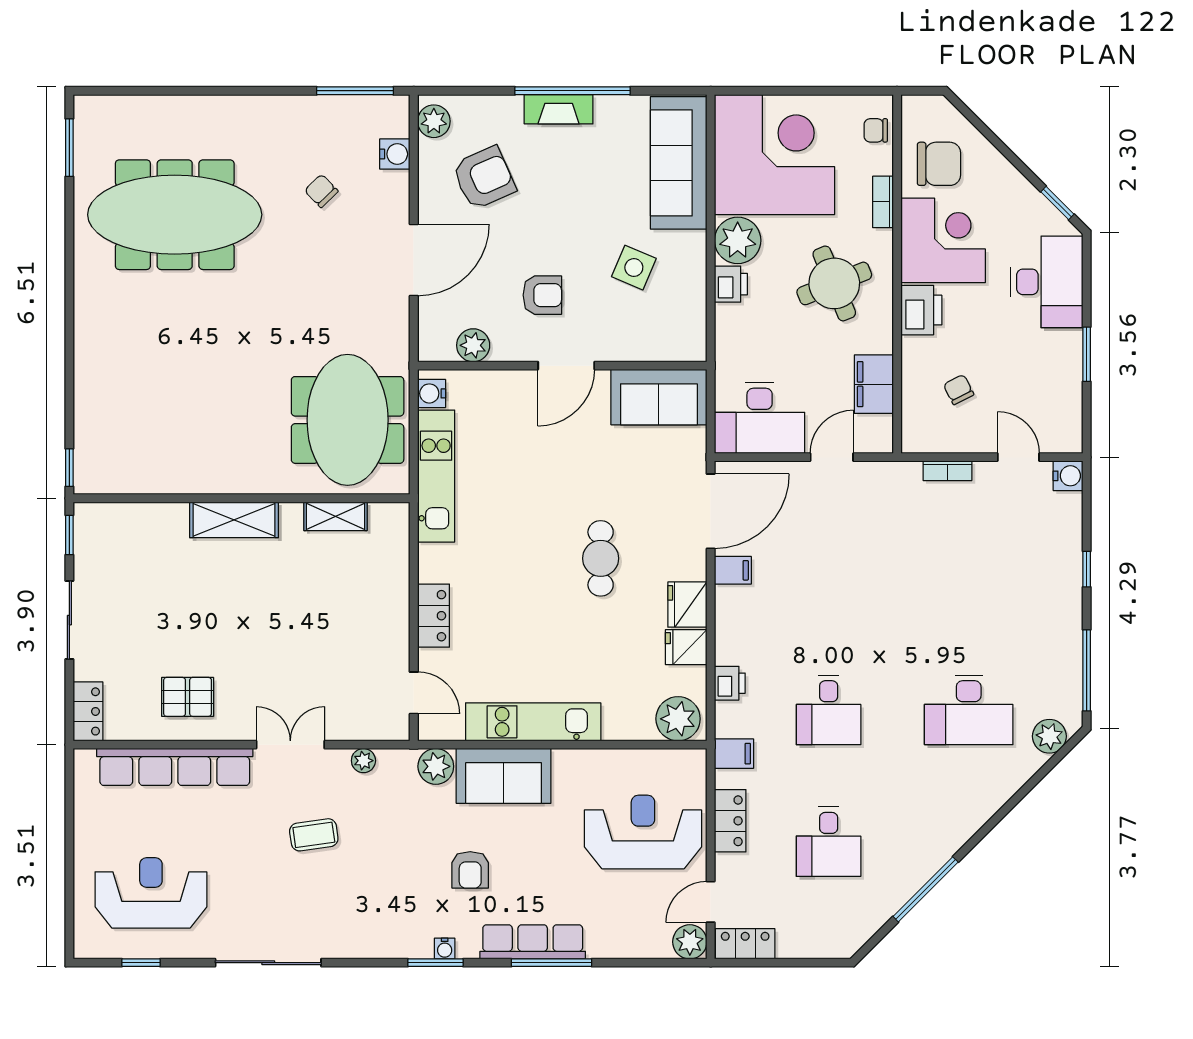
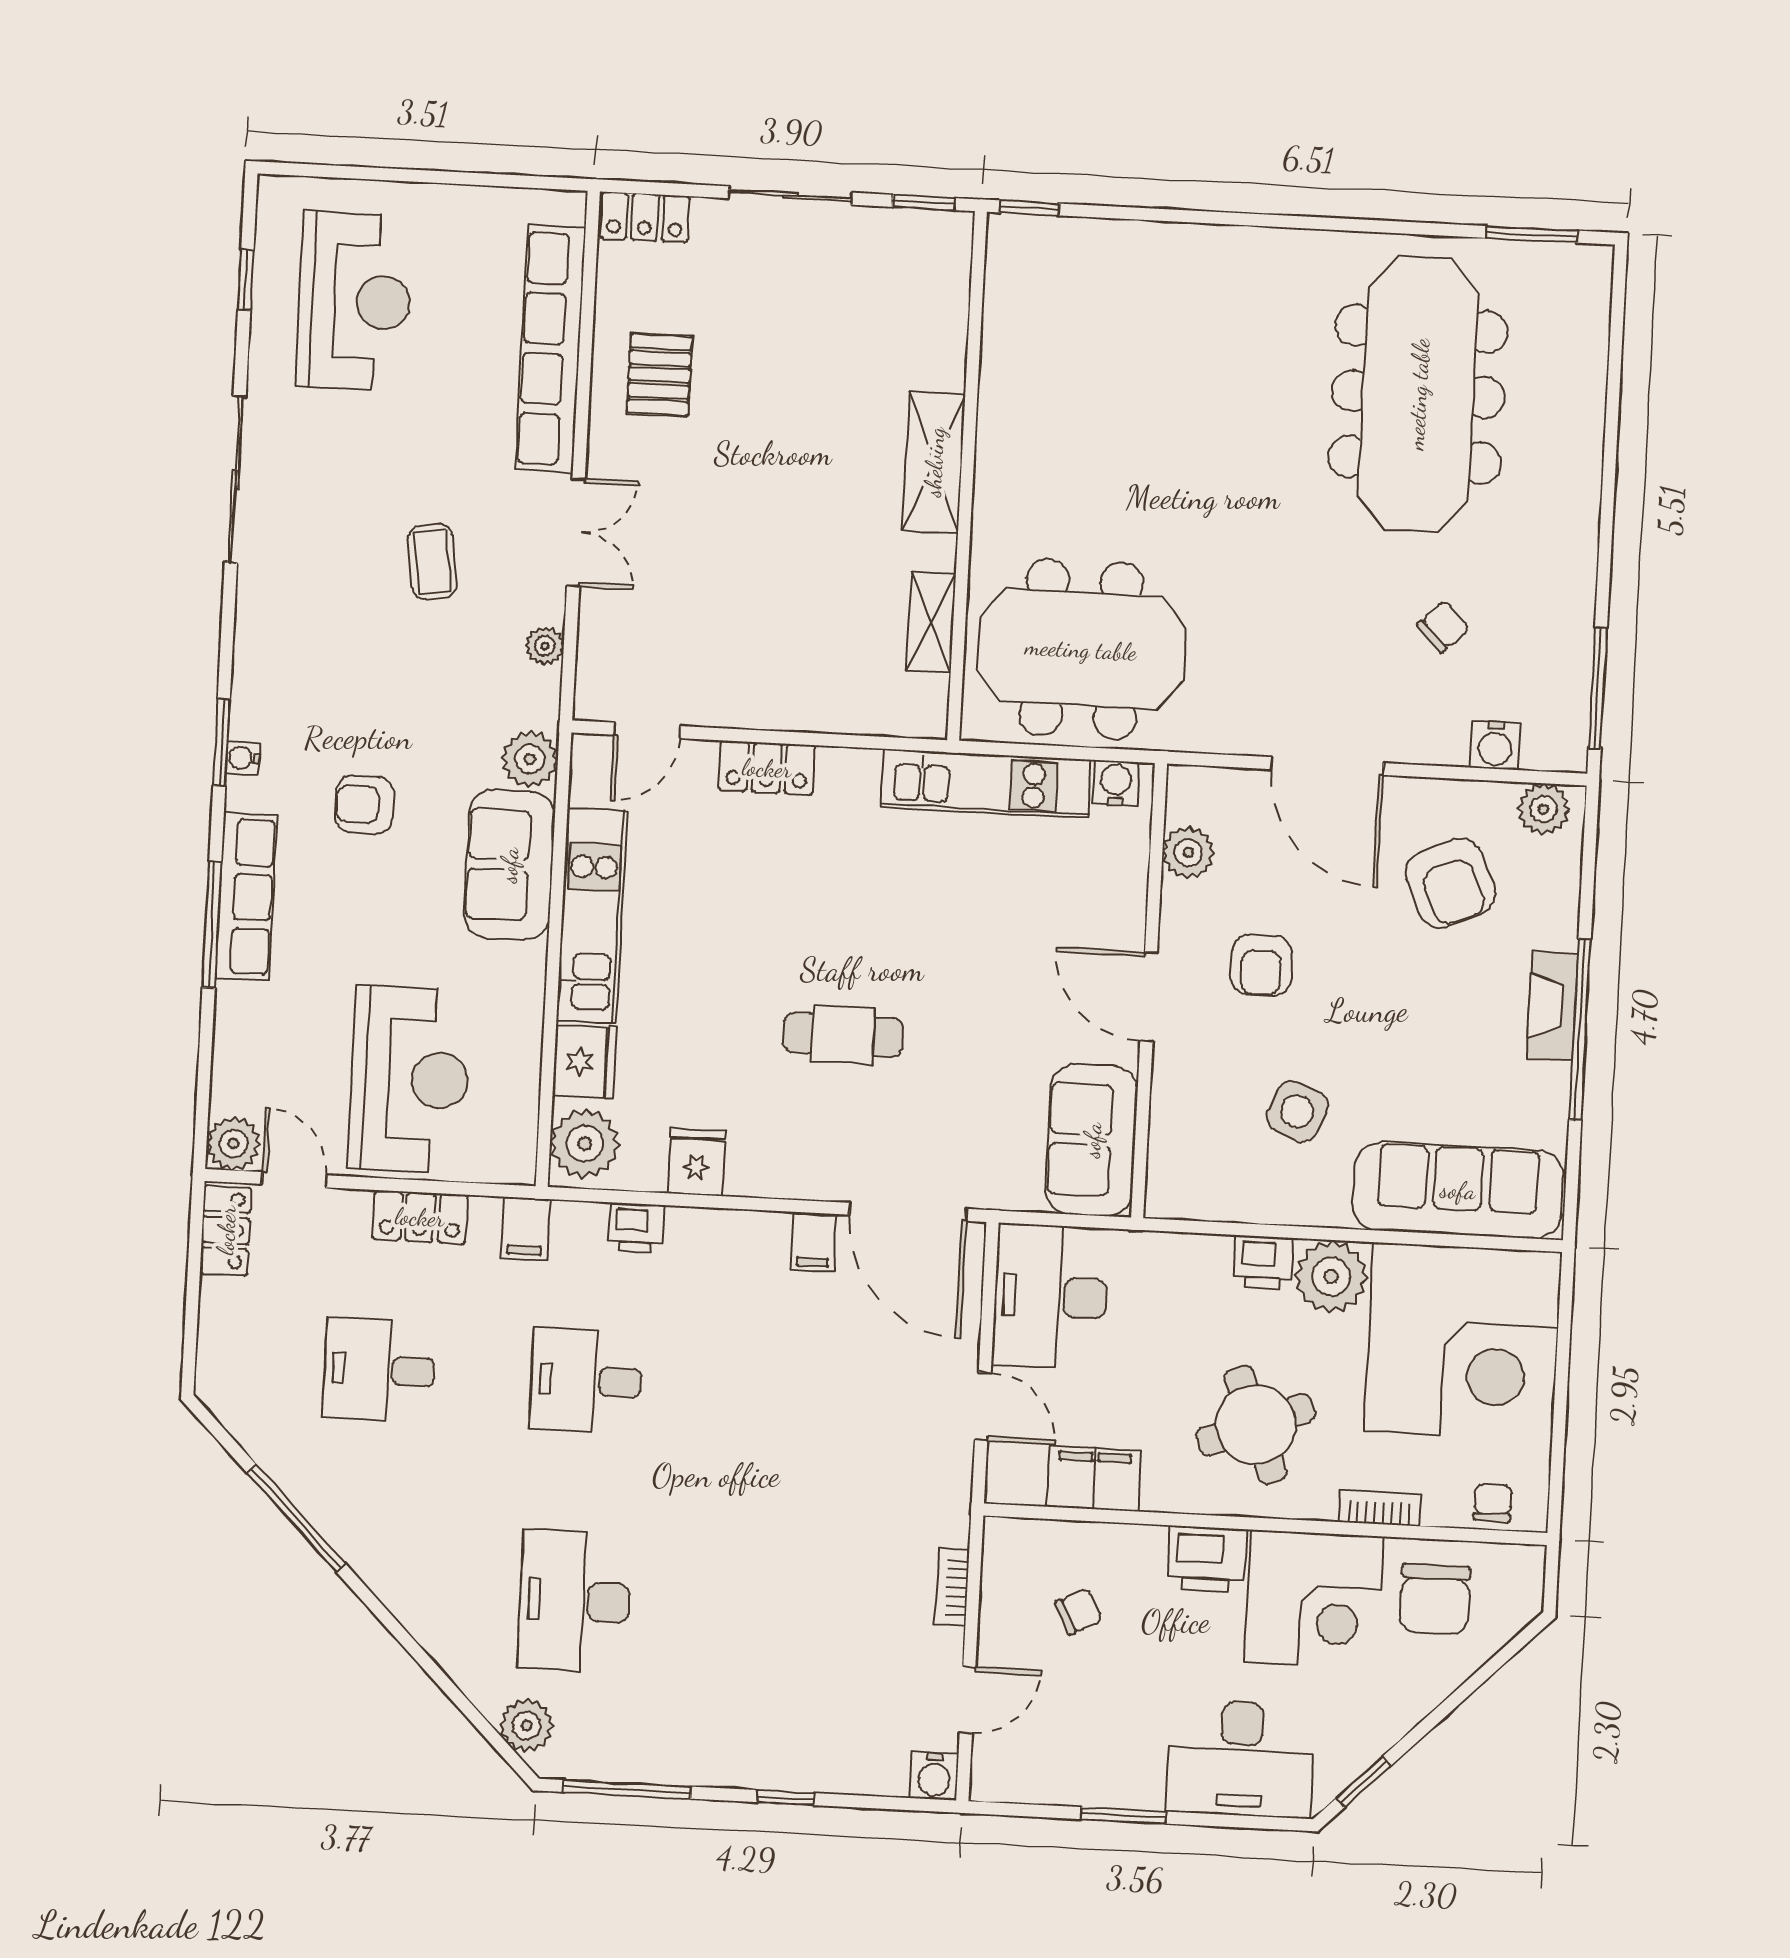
fridge: (687, 605) -> (585, 1062), moved, turned 90

